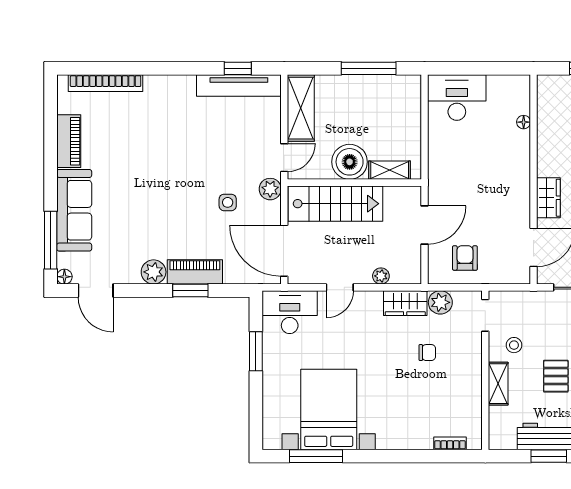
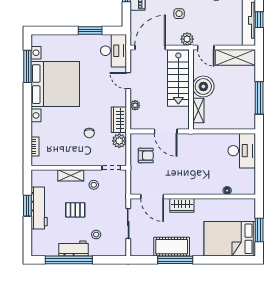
bed with nightstands: (329, 409) -> (55, 84), width x1.36

